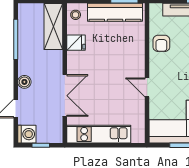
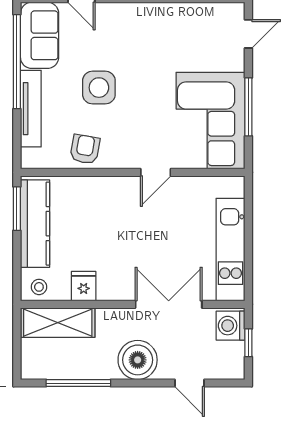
armchair: (161, 43) -> (85, 149), turned -80
boiler: (24, 82) -> (138, 360), width x1.86, depth x1.86
washing machine: (27, 134) -> (230, 326), moved, turned -90

